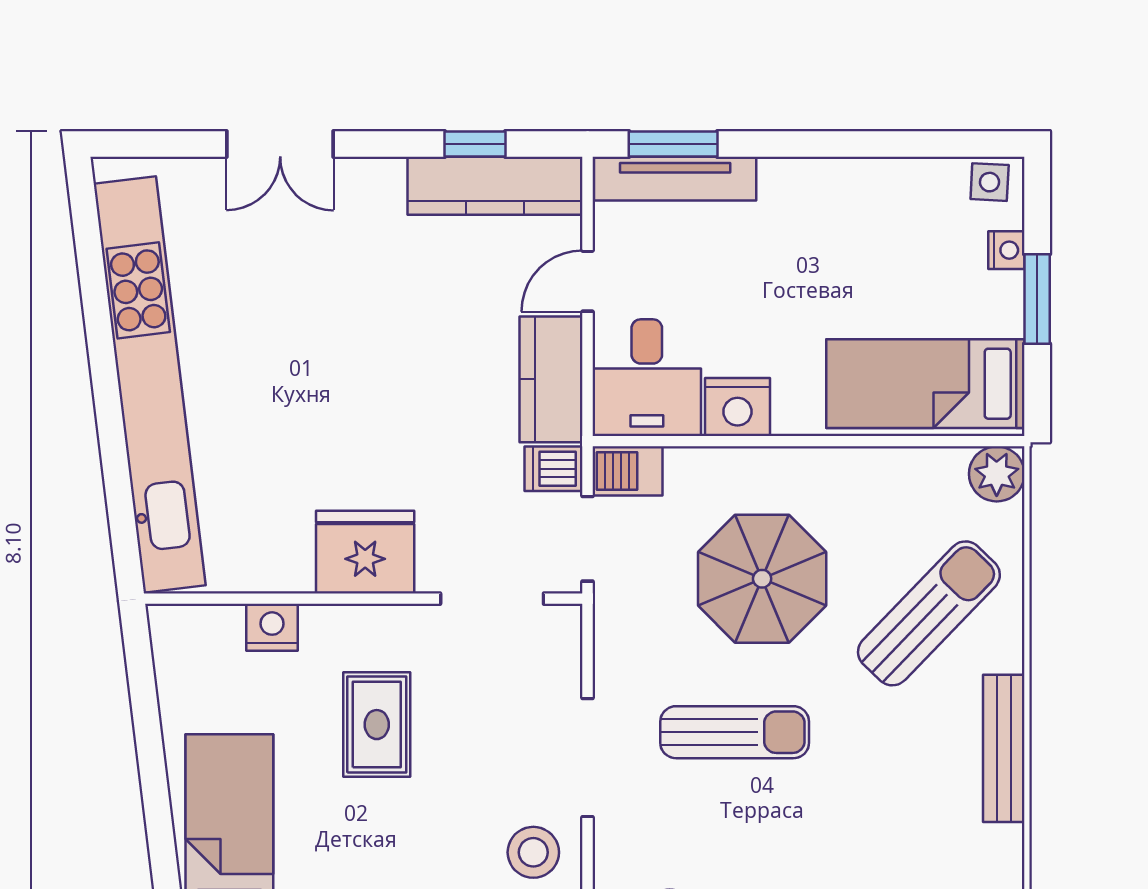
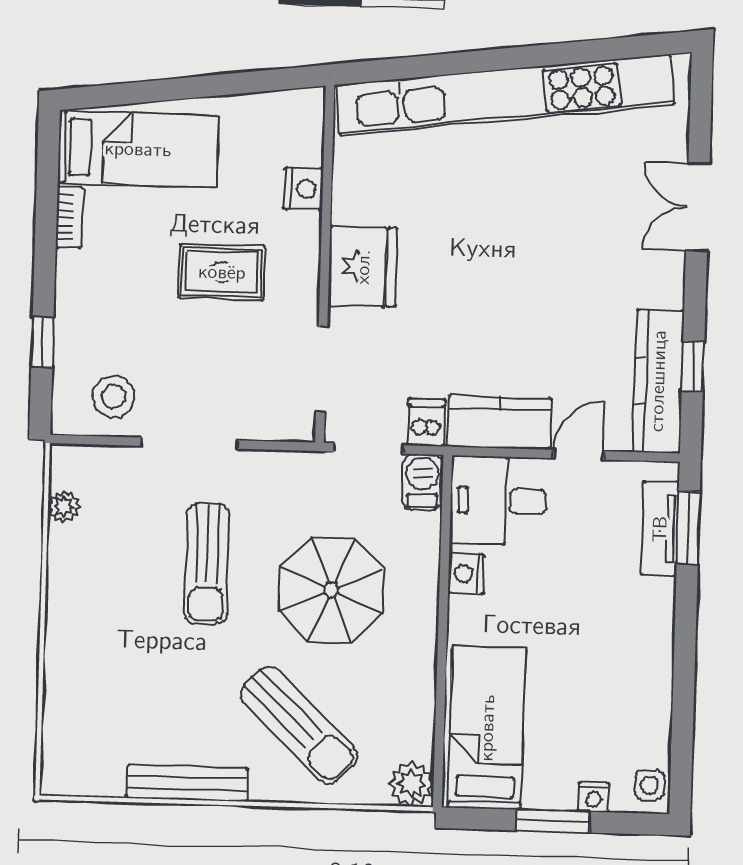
tv unit: (675, 179) -> (660, 529), width x0.71
door: (588, 281) -> (578, 455), hinge flipped
nightstand: (737, 407) -> (466, 574), width x0.74, depth x0.75

